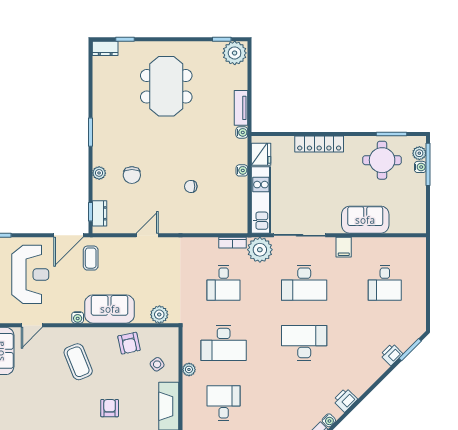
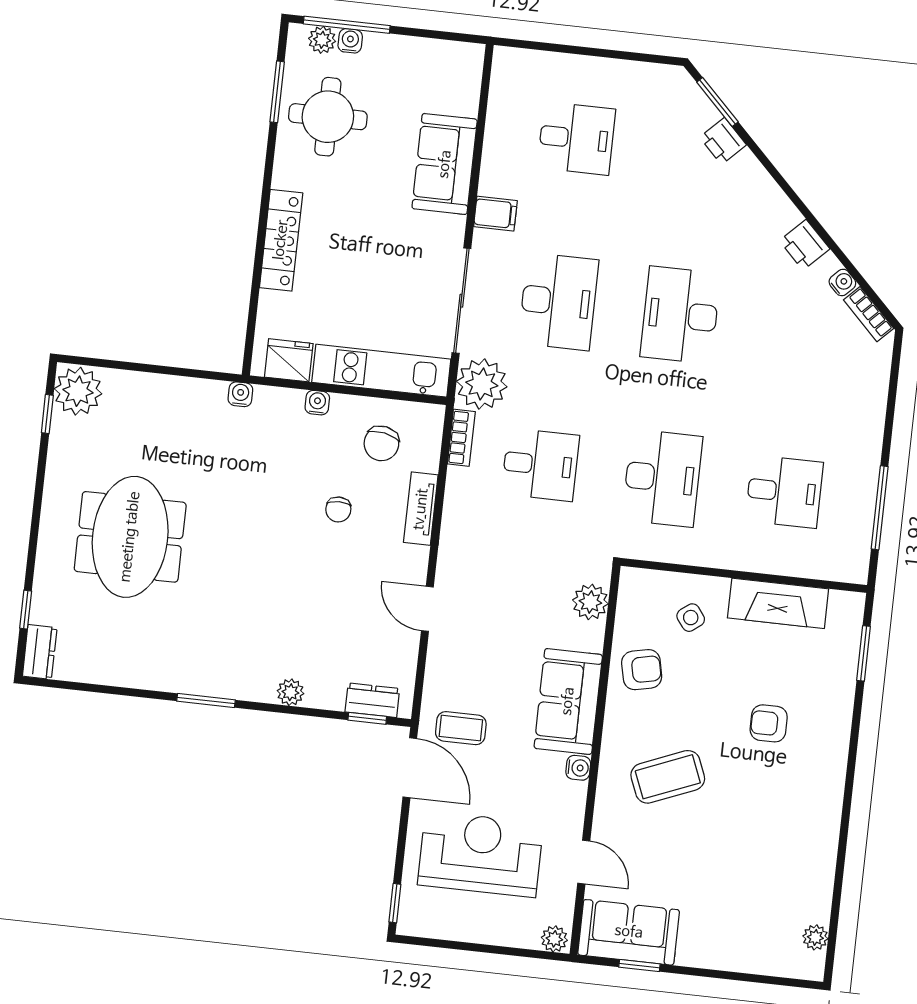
meeting table: (166, 86) -> (130, 537), turned 90
tv unit: (241, 108) -> (421, 509), moved, turned 90
chair: (132, 175) -> (381, 443), moved, turned 101
plant: (189, 369) -> (708, 554), removed
desk: (224, 403) -> (784, 492), turned 180

